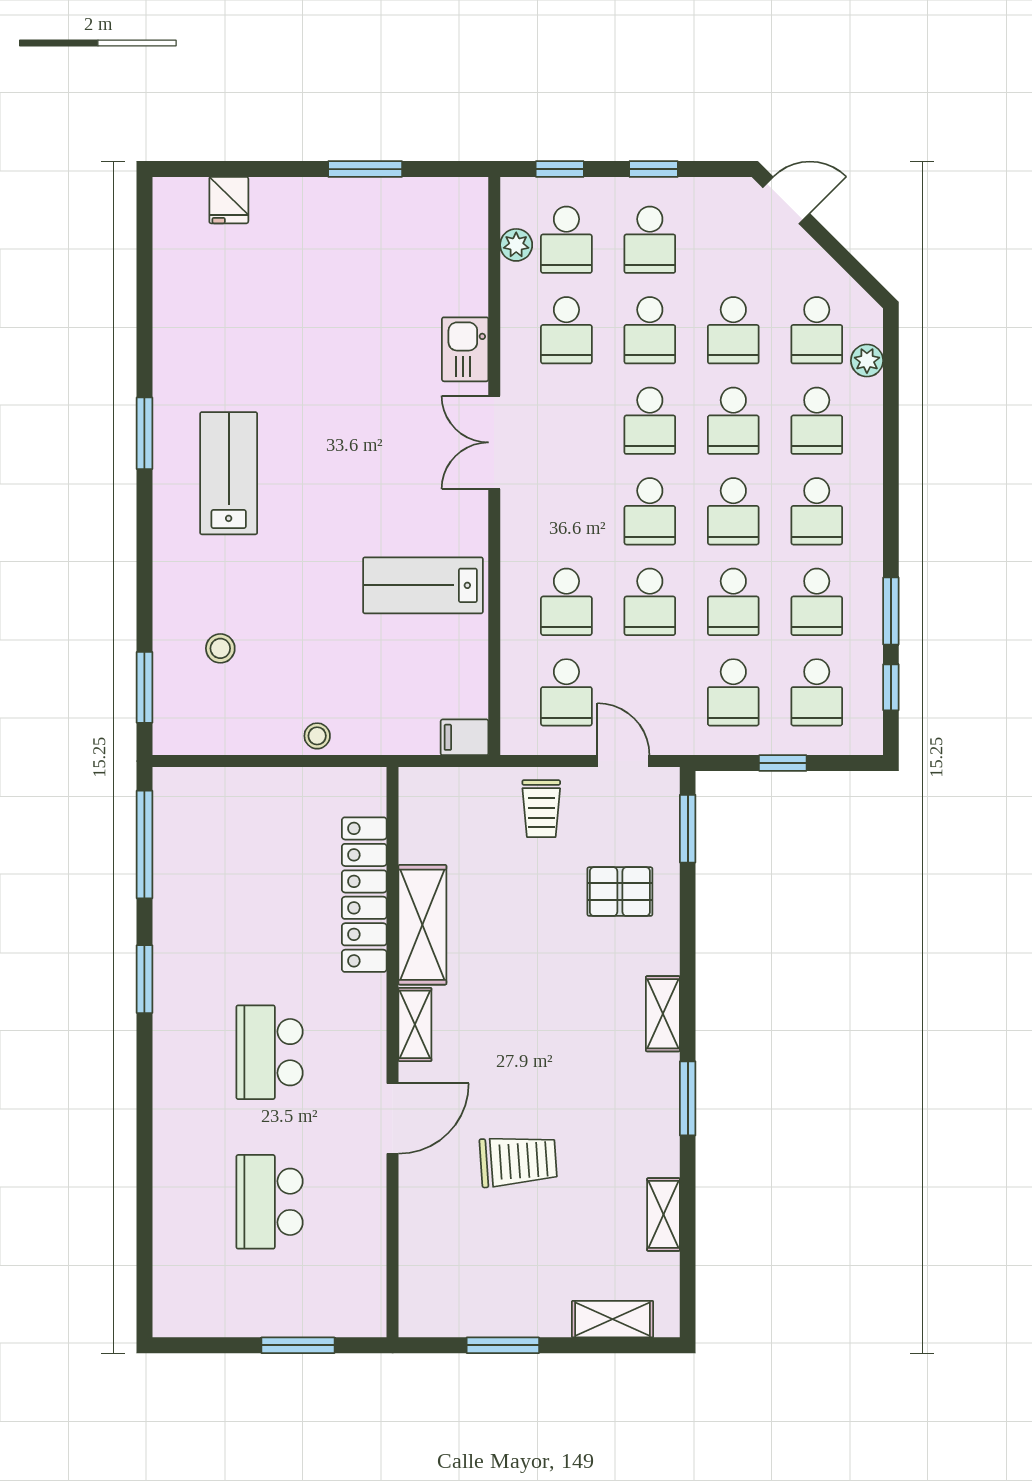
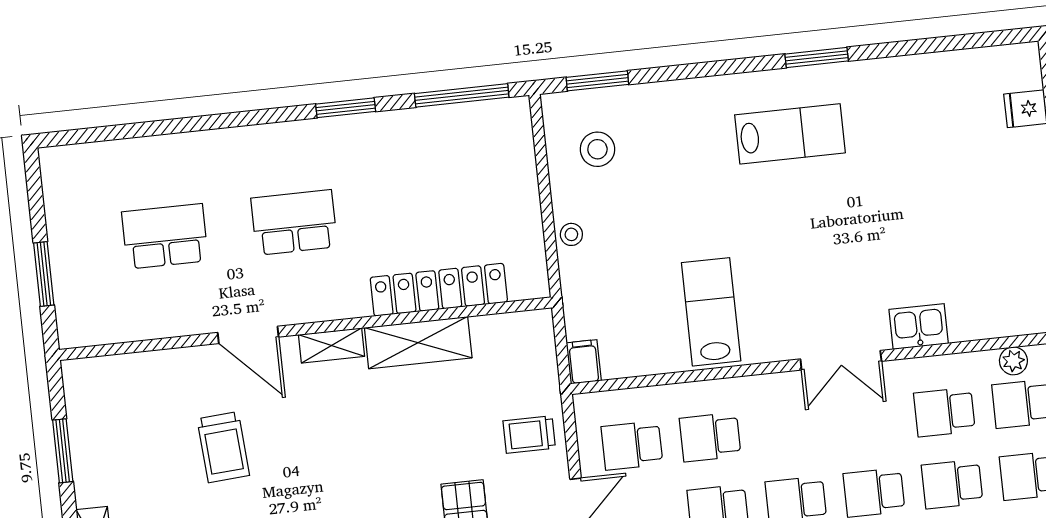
double door: (494, 442) -> (841, 360), swing flipped
stool: (220, 648) -> (597, 149), moved, width x1.37, depth x1.37

